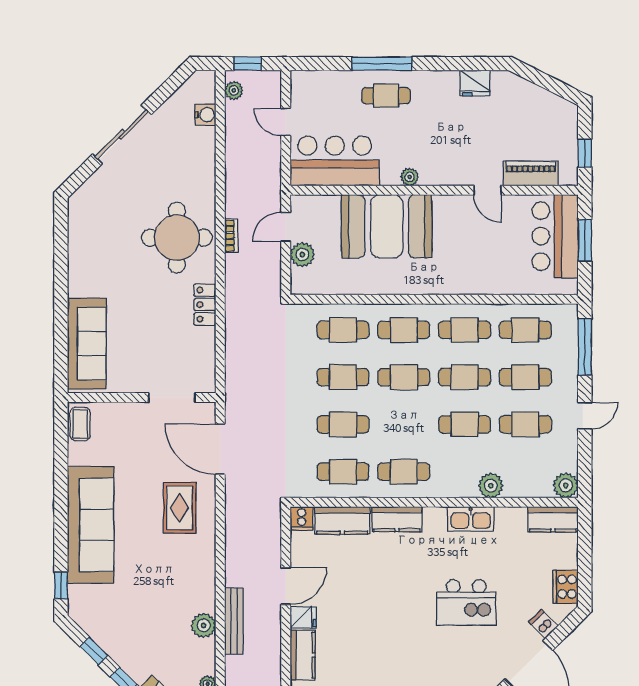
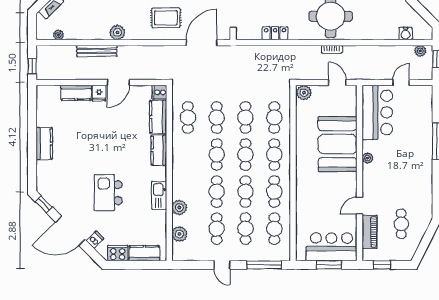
fridge: (475, 83) -> (425, 198), removed
cafe table: (386, 96) -> (401, 224), moved
plant: (302, 255) -> (304, 93), moved
locker: (205, 305) -> (275, 33), moved
cafe table: (404, 472) -> (217, 155), moved
plant: (566, 485) -> (179, 234), moved
kitchen counter: (553, 519) -> (144, 253), moved, turned 90
door: (286, 586) -> (118, 83), hinge flipped
plant: (204, 625) -> (117, 32), moved

